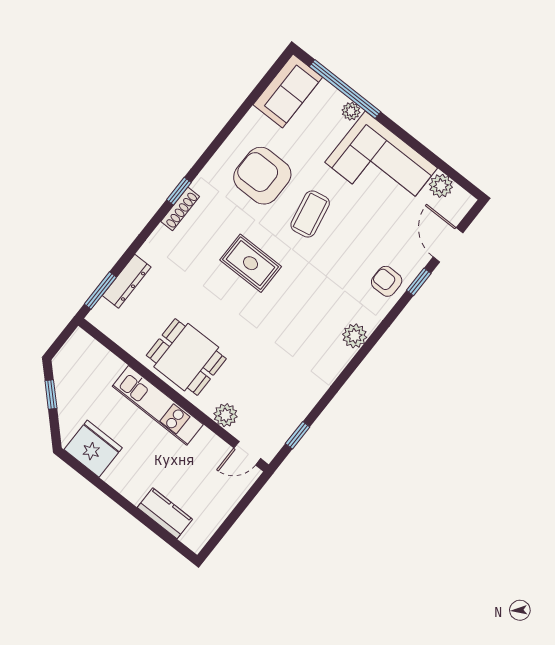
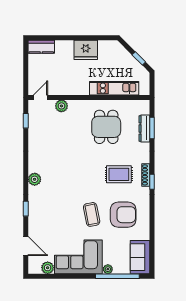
rug: (251, 263) -> (119, 174), moved
armchair: (387, 281) -> (39, 212), removed
window: (419, 282) -> (26, 209), moved
window: (100, 291) -> (152, 128), moved
dining table: (186, 357) -> (106, 127), moved, turned 90
kitchen unit: (158, 405) -> (114, 88), moved
fridge: (93, 449) -> (86, 50), moved
kitchen counter: (165, 513) -> (41, 47), moved

